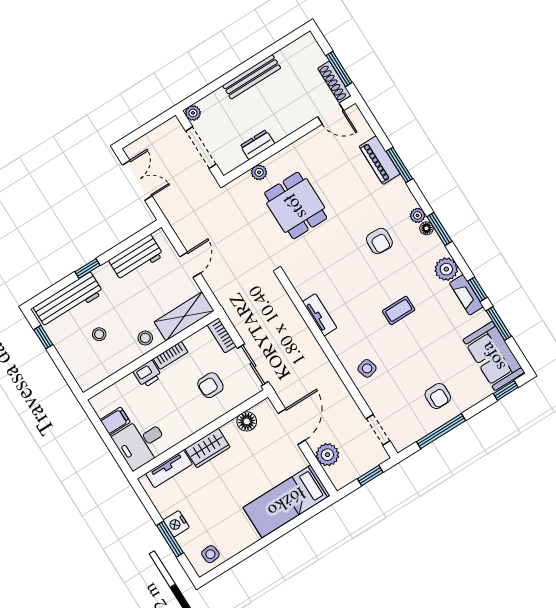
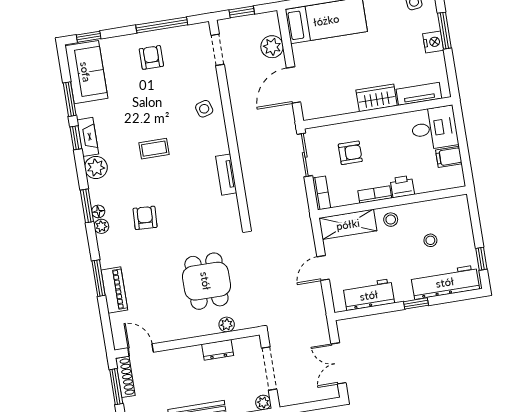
floor lamp: (247, 421) -> (332, 107), removed

